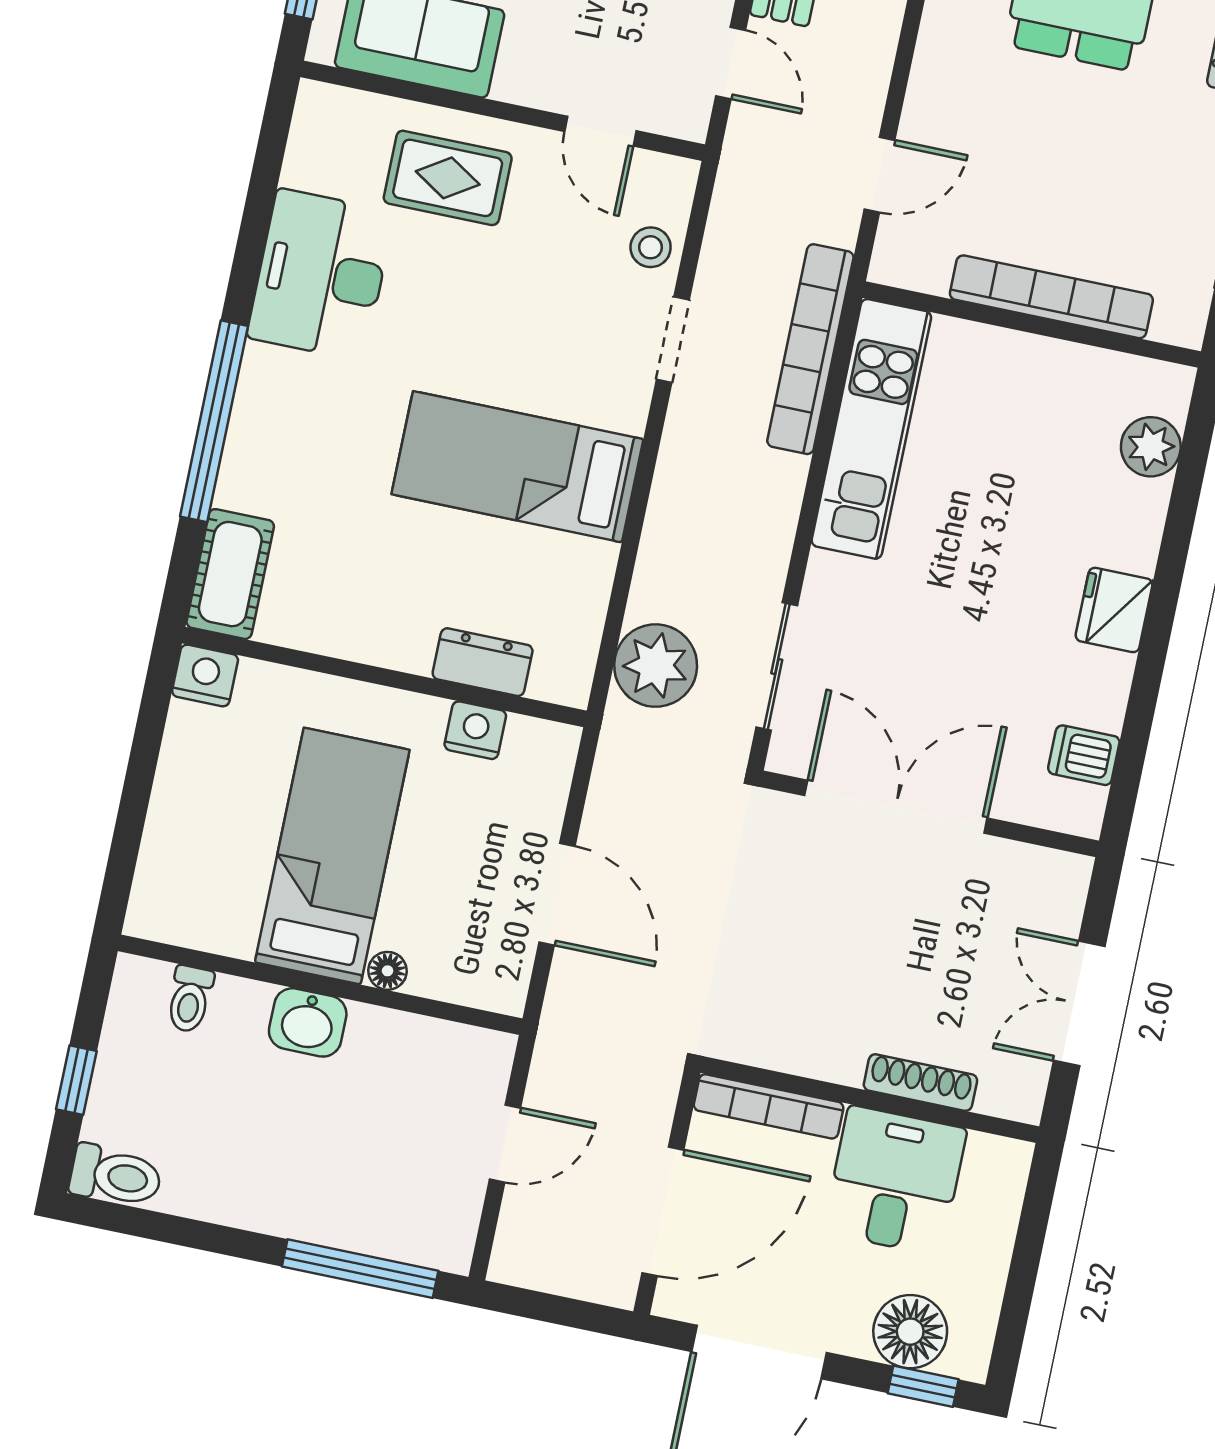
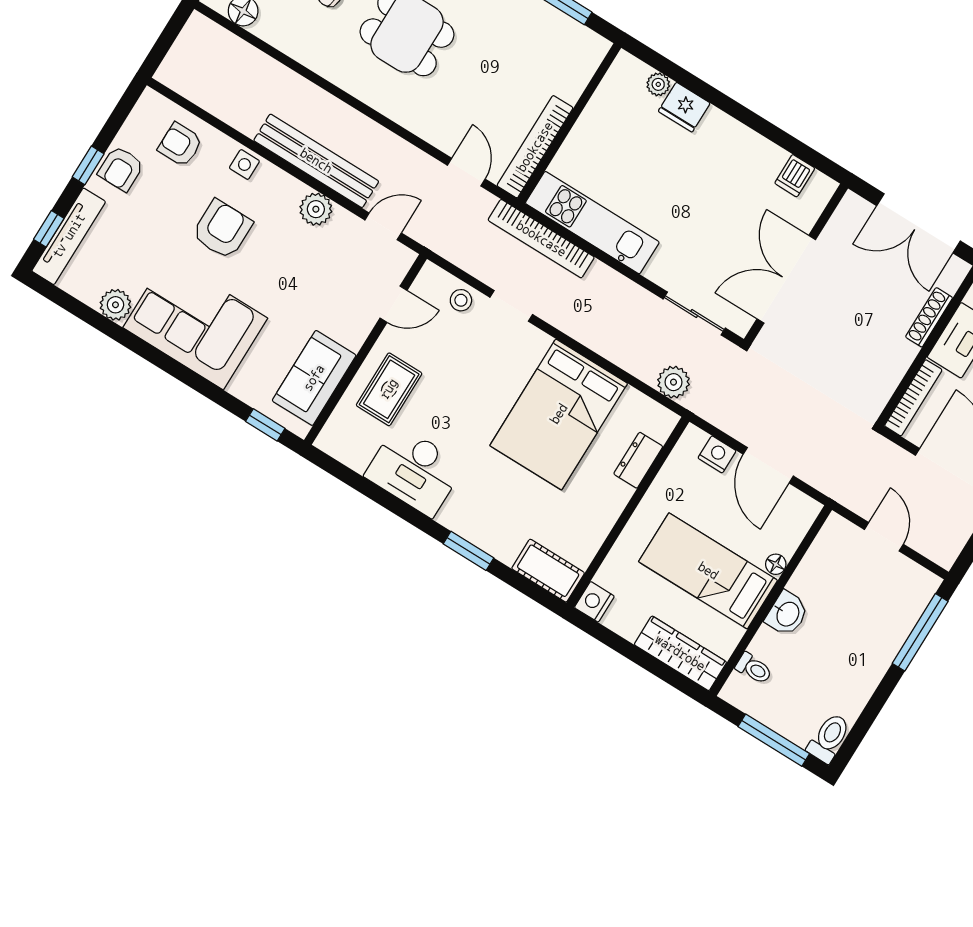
bookcase: (1051, 297) -> (535, 147), moved
window: (214, 421) -> (469, 551), width x0.47
plant: (1151, 447) -> (658, 84), width x0.73, depth x0.73
bed: (517, 467) -> (559, 414), width x1.50
fridge: (1114, 610) -> (684, 107), moved
plant: (656, 666) -> (674, 382), width x0.73, depth x0.73
nightstand: (475, 730) -> (717, 454), moved, turned 90
wardrobe: (169, 860) -> (680, 653), added
door: (557, 894) -> (768, 465), swing flipped
double door: (1079, 1004) -> (918, 223), width x1.37
window: (76, 1080) -> (774, 740), width x2.17

